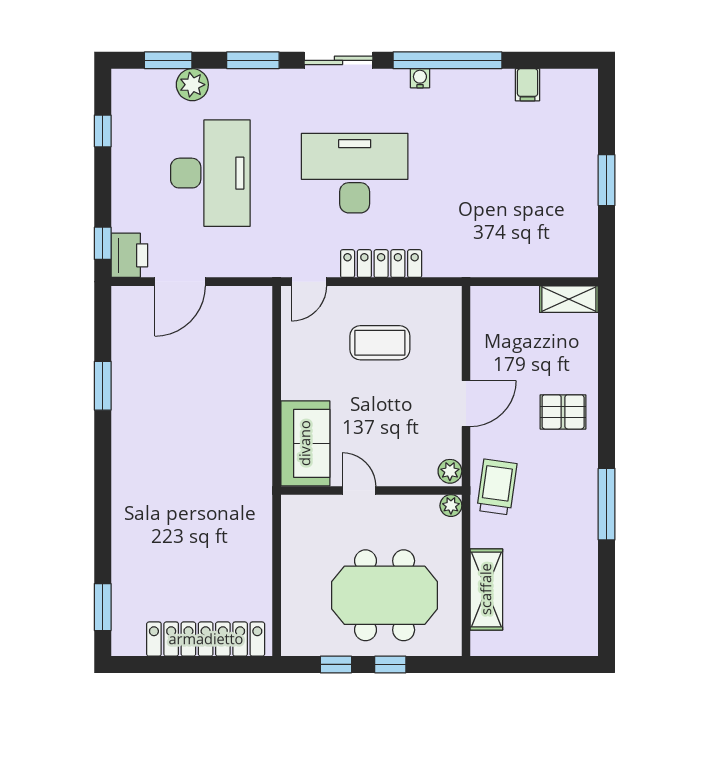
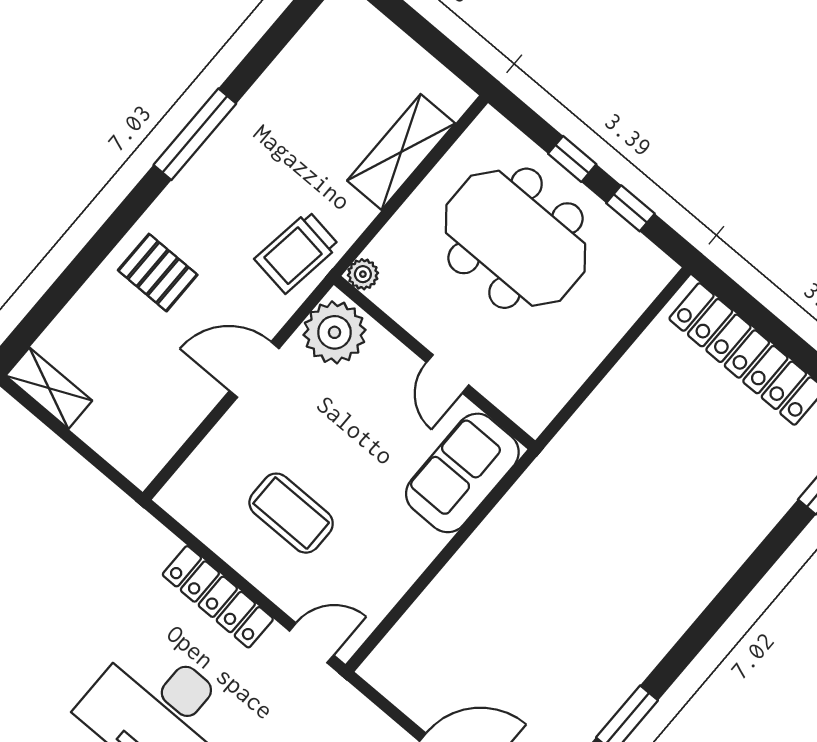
plant: (450, 471) -> (334, 332), width x1.87, depth x1.87

